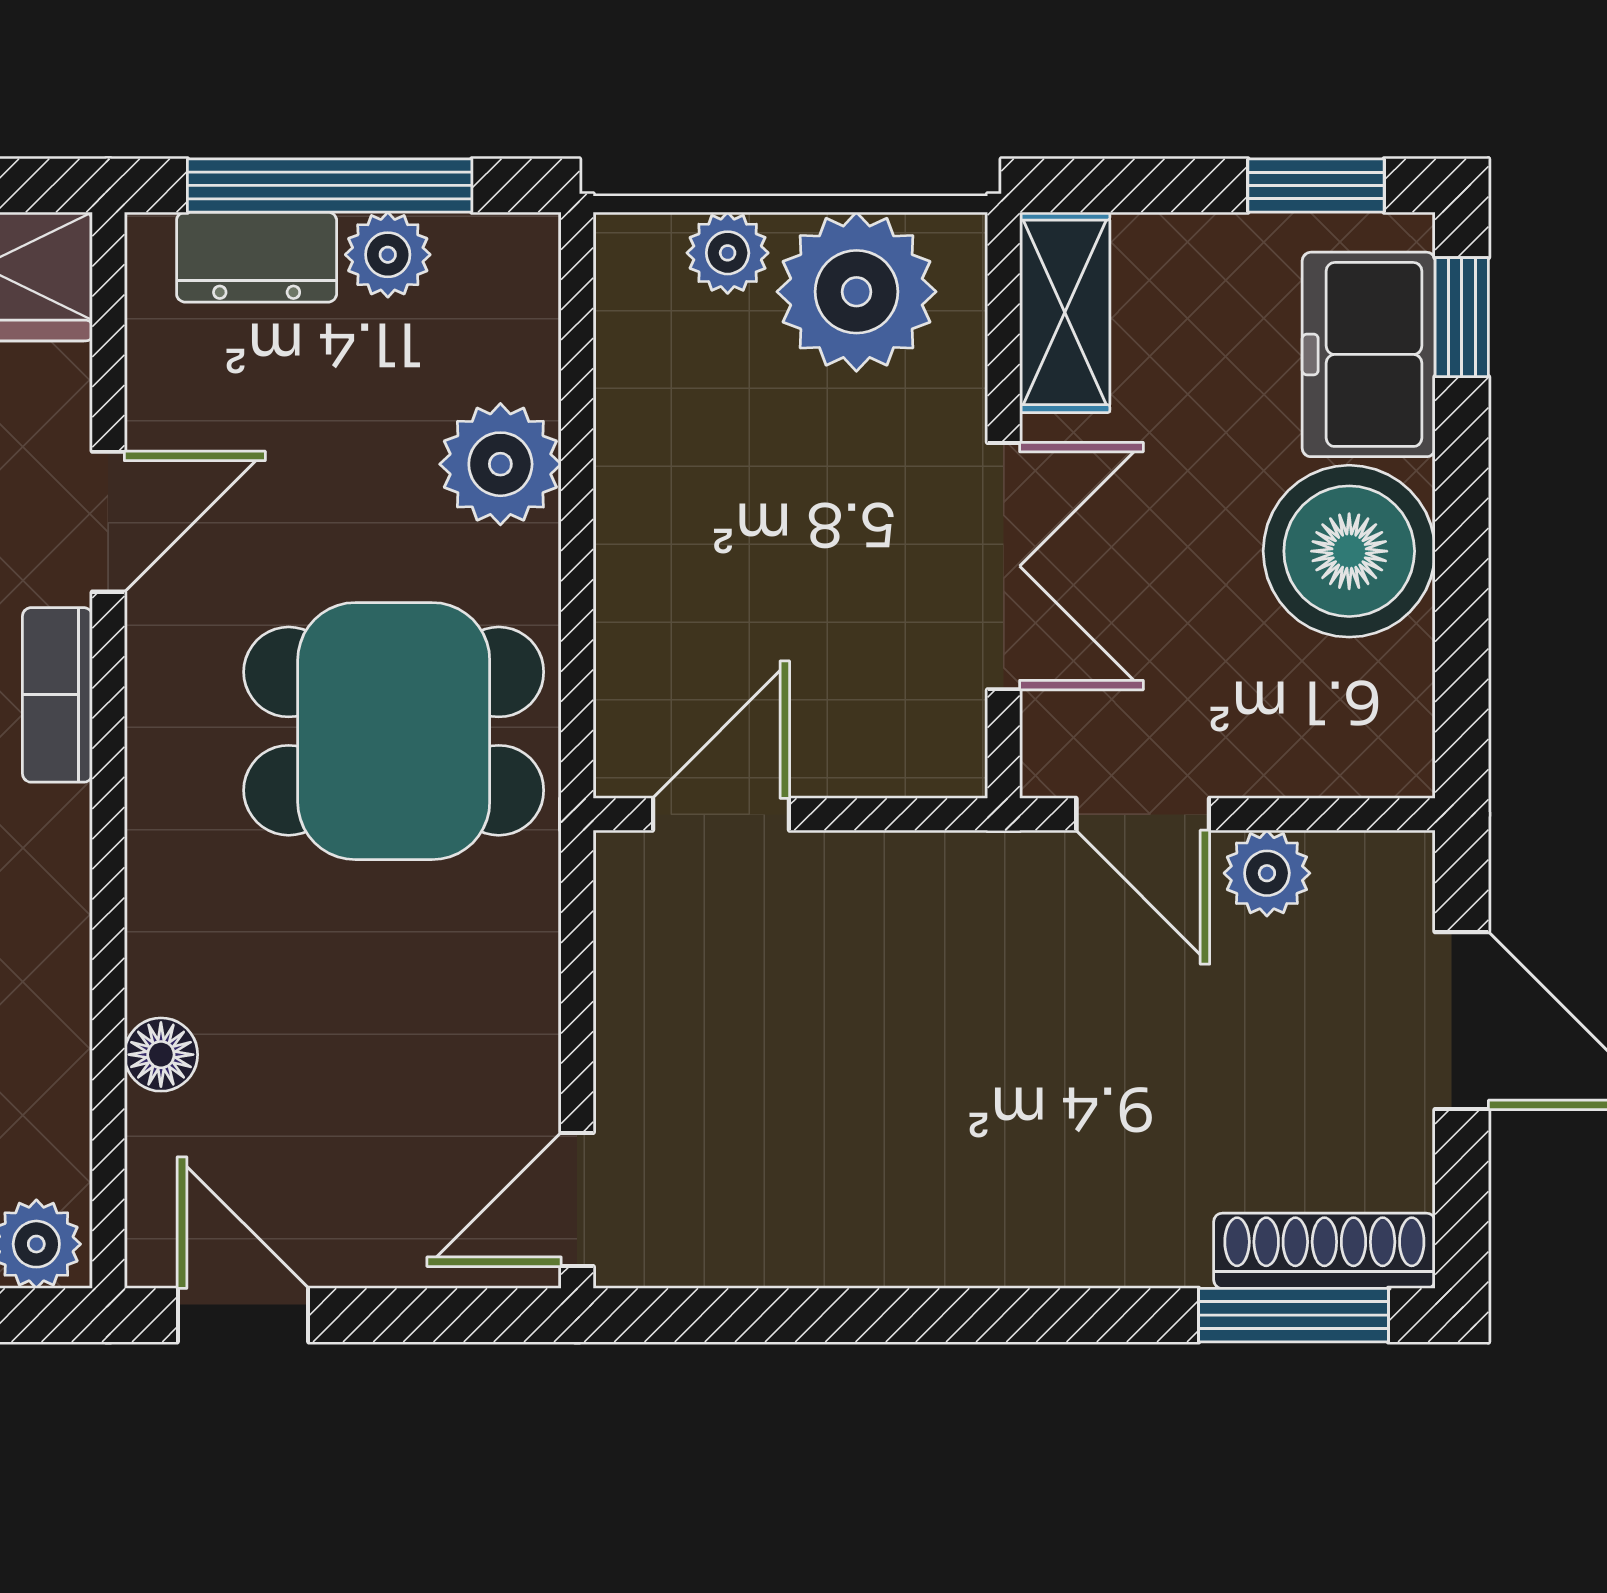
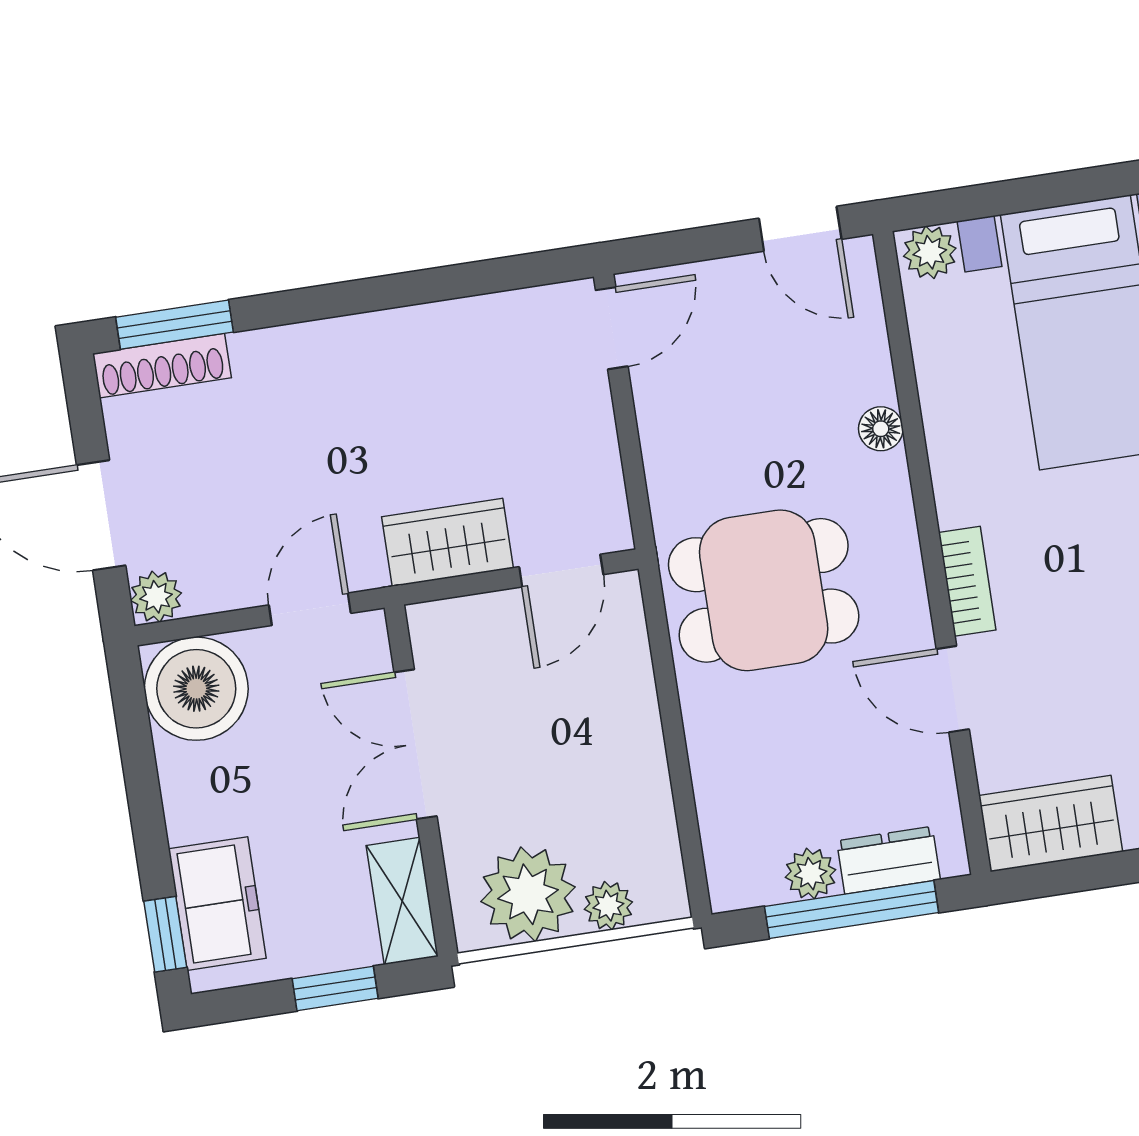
window: (1316, 185) -> (335, 989), moved
plant: (500, 464) -> (724, 759), removed
door: (108, 522) -> (953, 689), hinge flipped
boiler: (1349, 551) -> (196, 689), moved
door: (1143, 814) -> (310, 609), hinge flipped
plant: (1267, 873) -> (156, 597), moved
wardrobe: (900, 889) -> (448, 542), added
floor lamp: (161, 1055) -> (881, 429), moved

